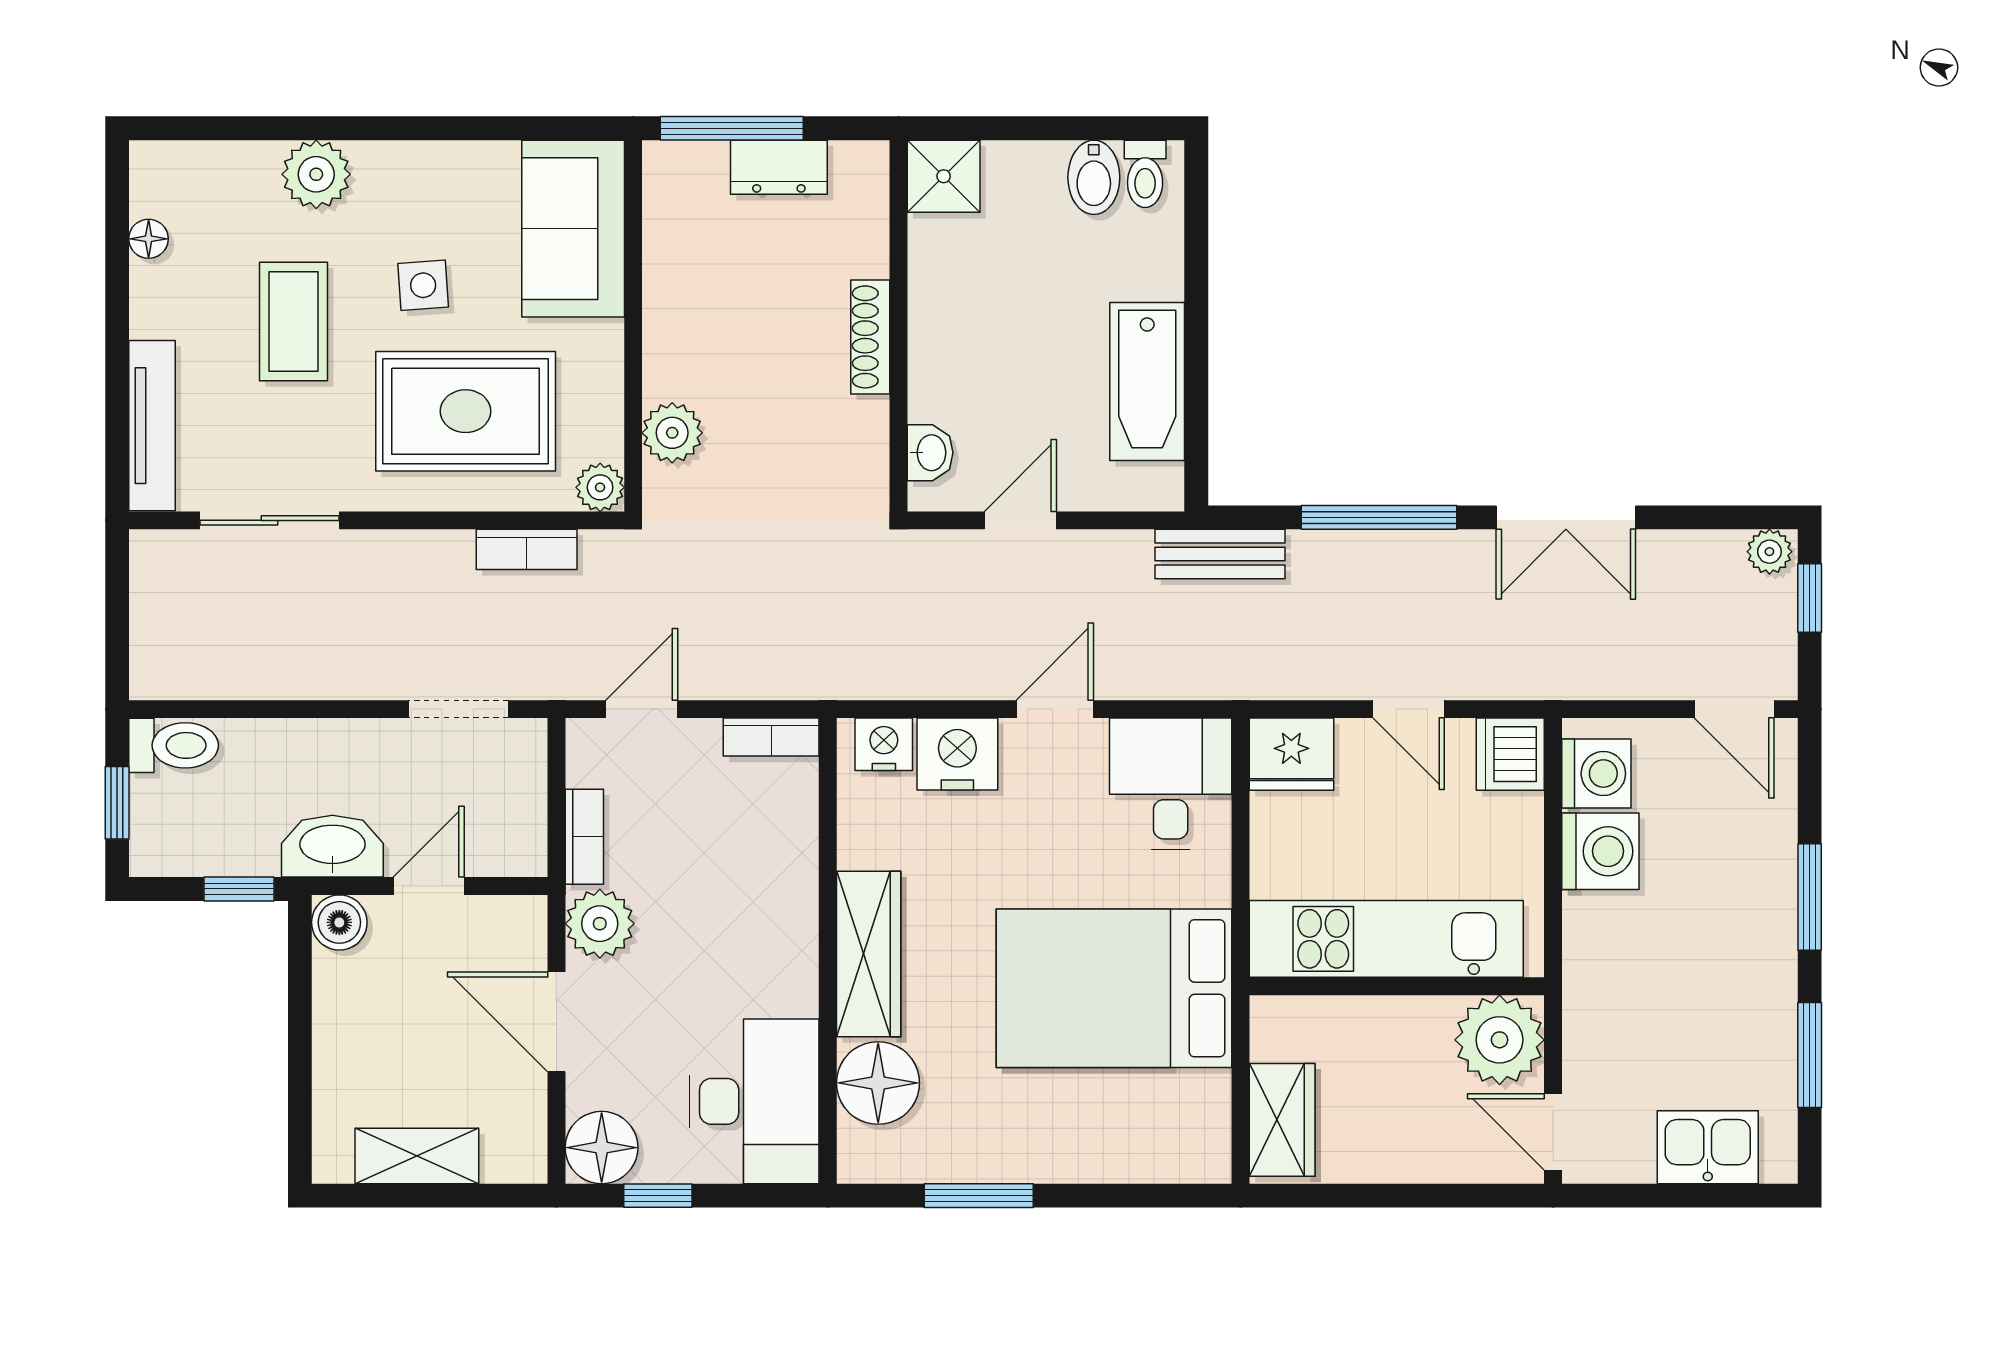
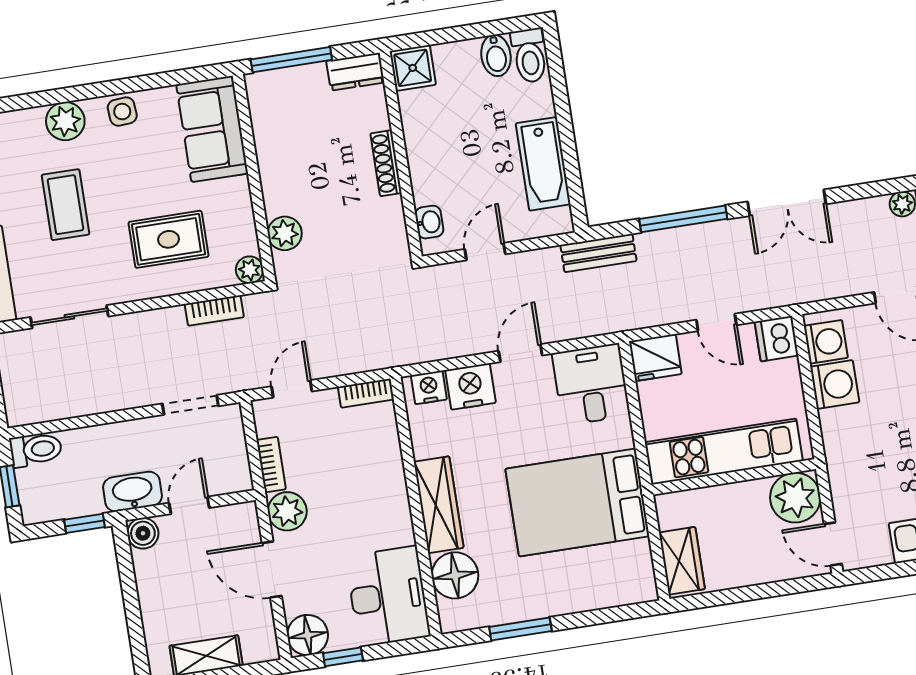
dresser: (779, 167) -> (355, 72), moved
toilet: (1145, 174) -> (529, 56), width x1.37, depth x1.39
side table: (423, 285) -> (122, 112), moved
rug: (466, 411) -> (168, 239), width x0.73, depth x0.70

